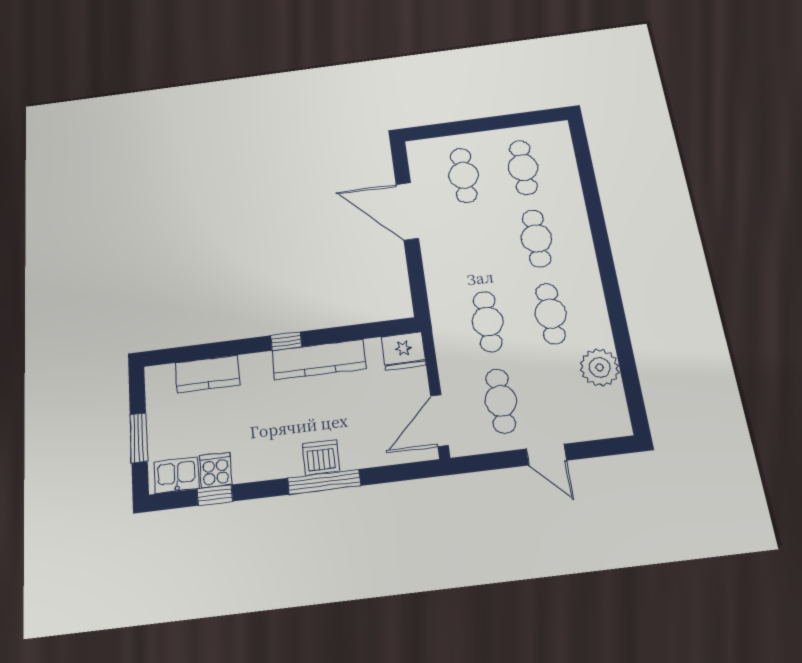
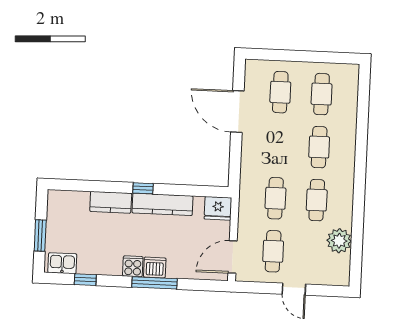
kitchen counter: (208, 374) -> (111, 202), moved
cooker: (216, 470) -> (133, 266), moved

